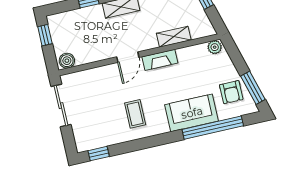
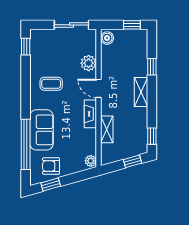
plant: (101, 76) -> (89, 63), added
window: (253, 88) -> (51, 184), width x0.67

